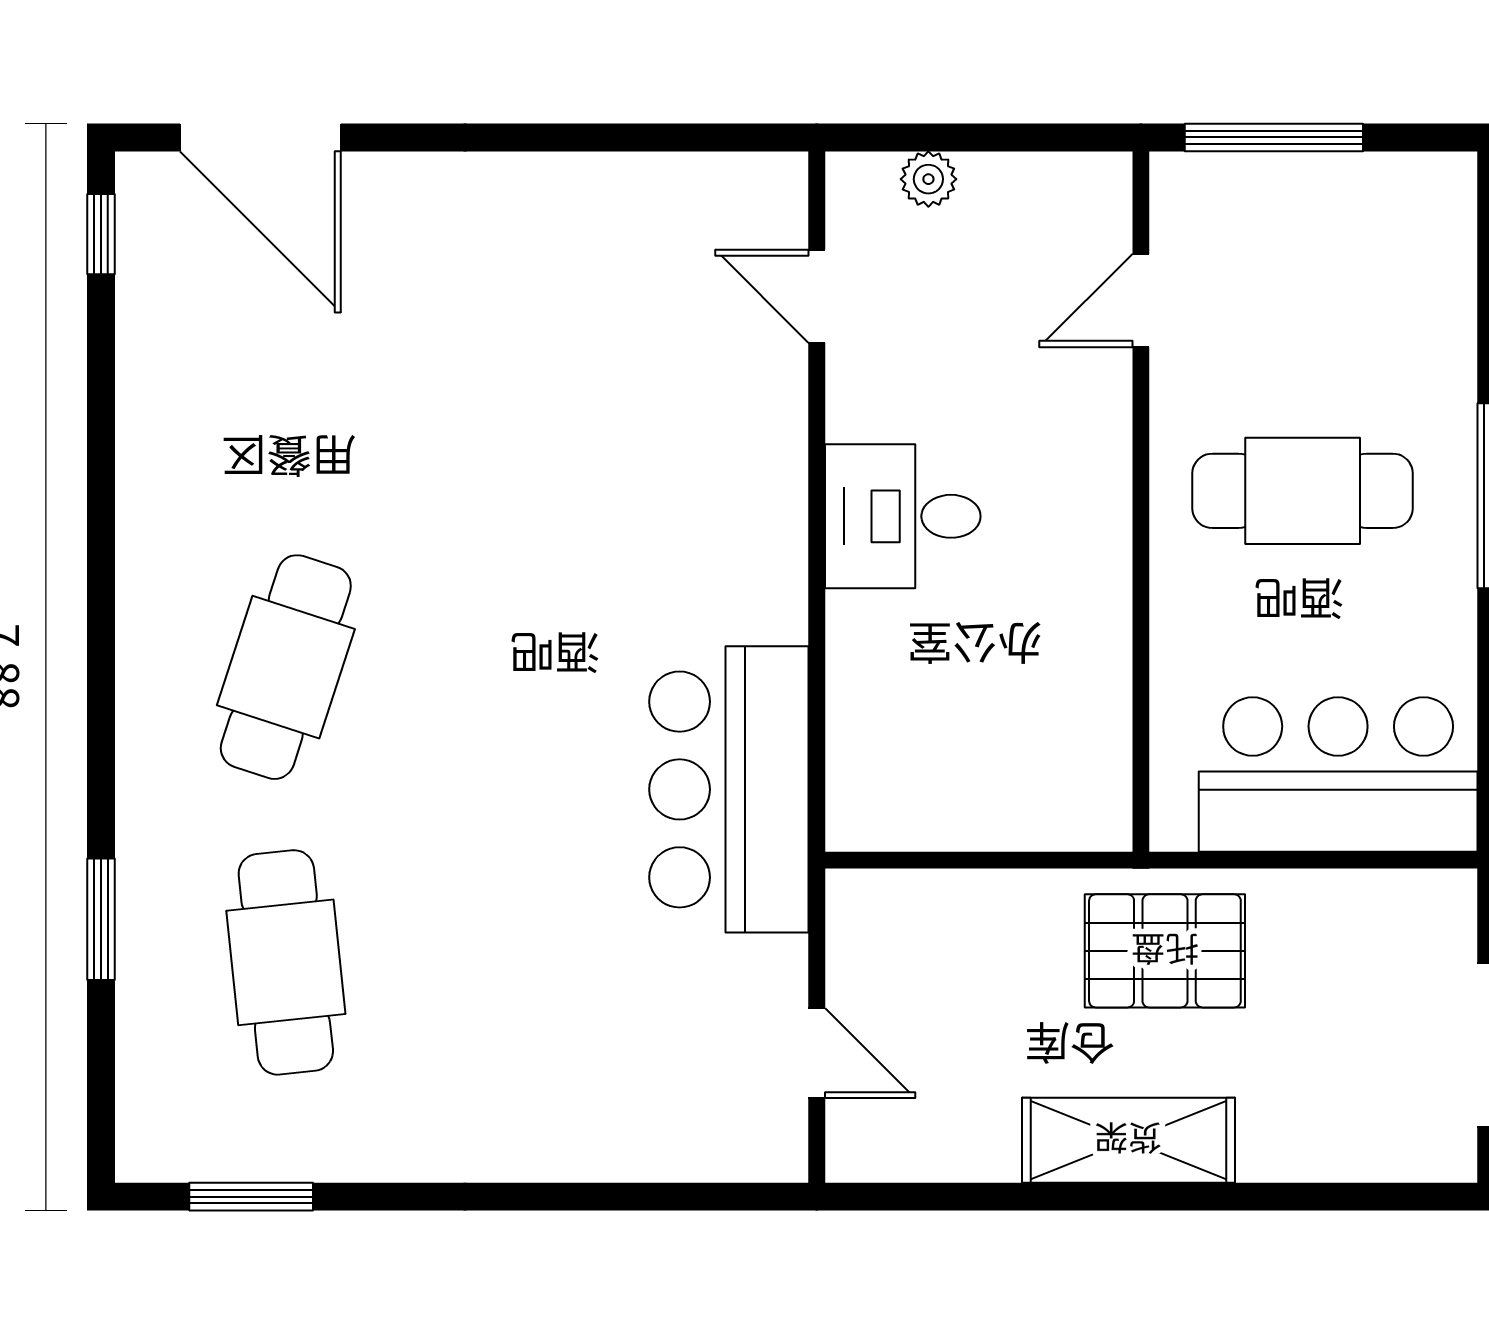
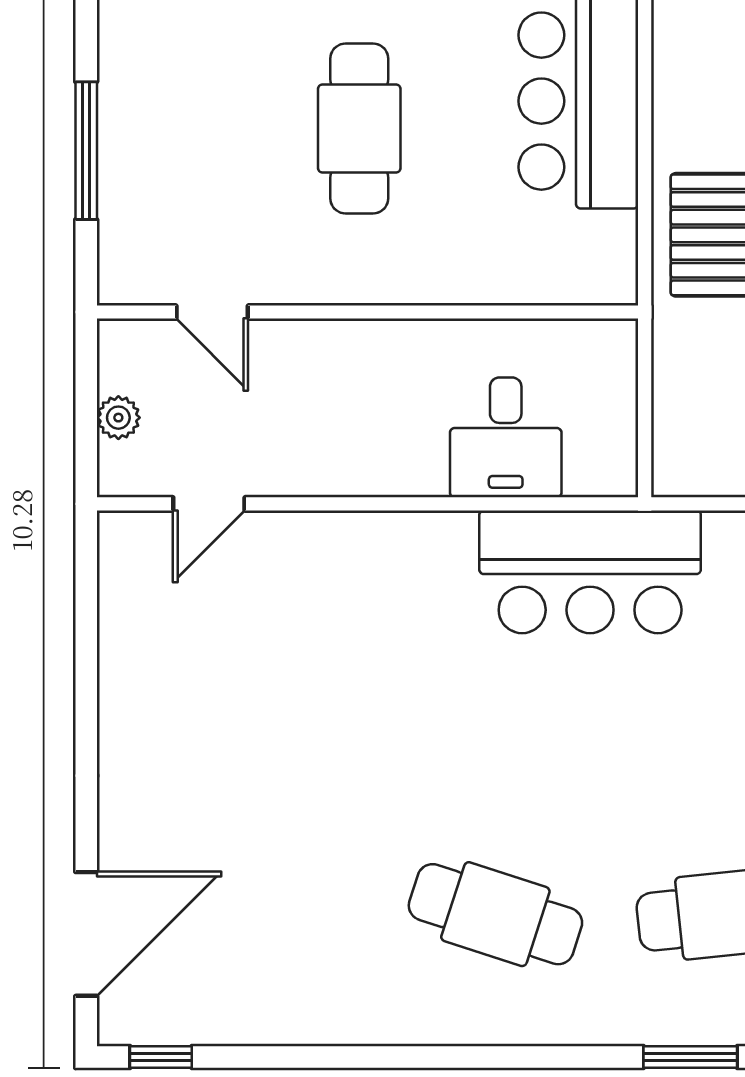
door: (1141, 300) -> (212, 312), moved
wall: (1141, 502) -> (368, 312), moved
desk: (903, 516) -> (506, 437), moved

